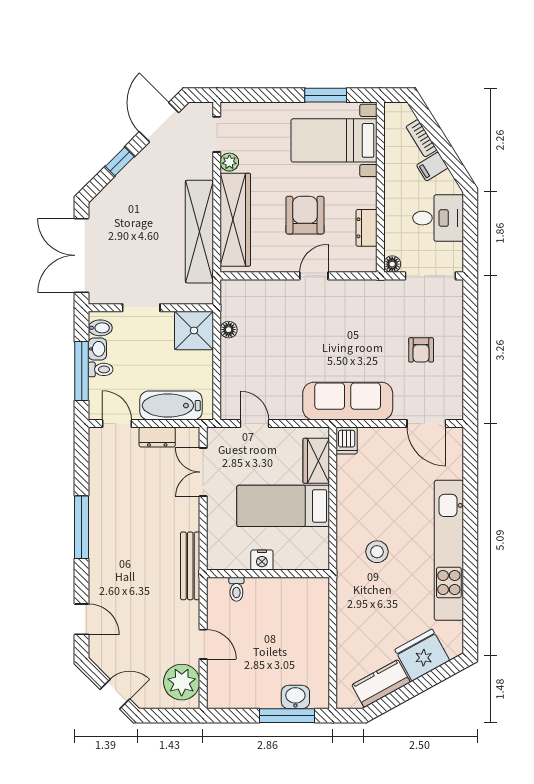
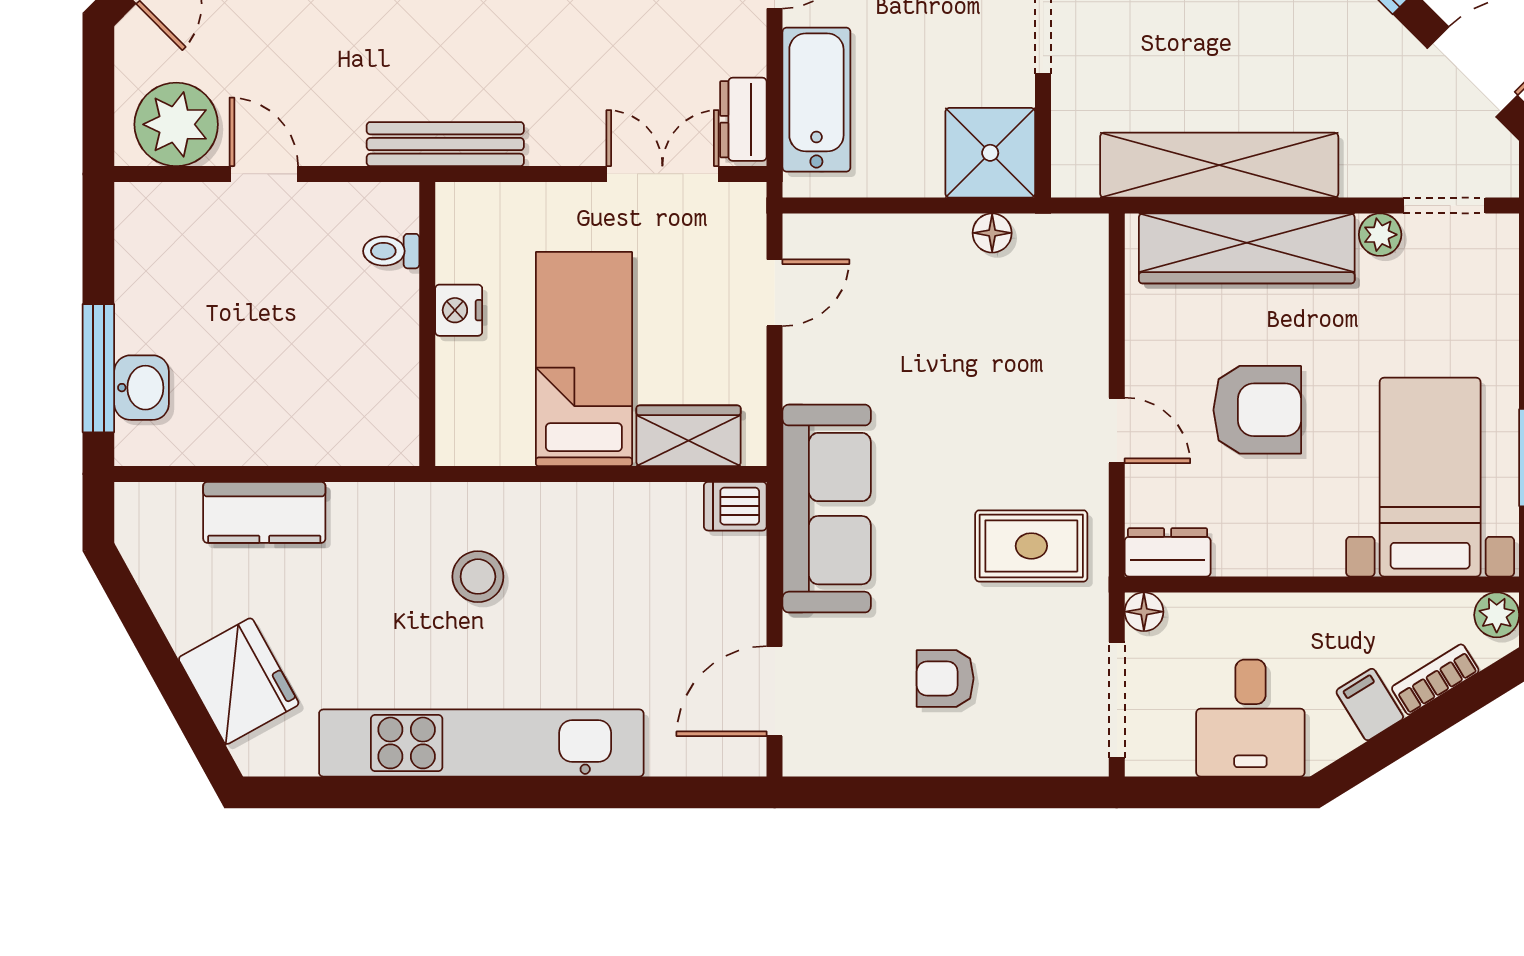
plant: (394, 112) -> (1497, 615), added
dresser: (367, 228) -> (1168, 552), moved
rug: (364, 313) -> (1031, 546), added
dresser: (157, 437) -> (743, 119), moved
door: (203, 644) -> (264, 174), swing flipped
kitchen counter: (381, 684) -> (264, 512), moved, turned 119

